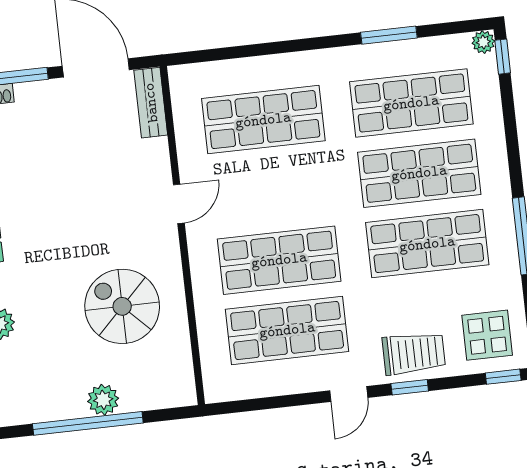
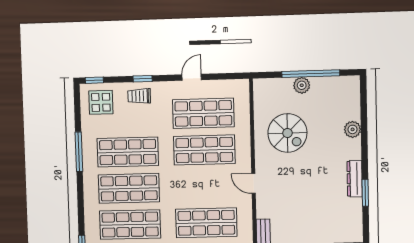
door: (179, 204) -> (253, 183), hinge flipped
trolley: (414, 353) -> (139, 96), width x0.73, depth x0.72
door: (349, 394) -> (192, 77), moved

